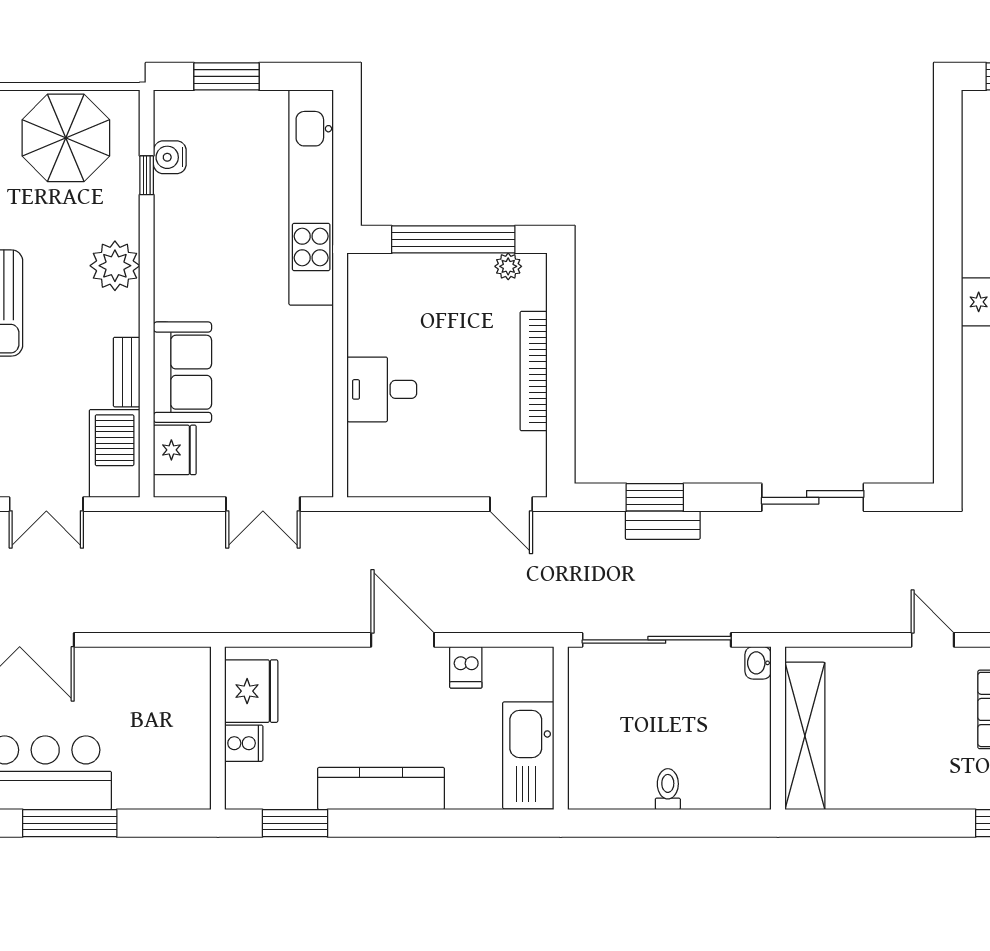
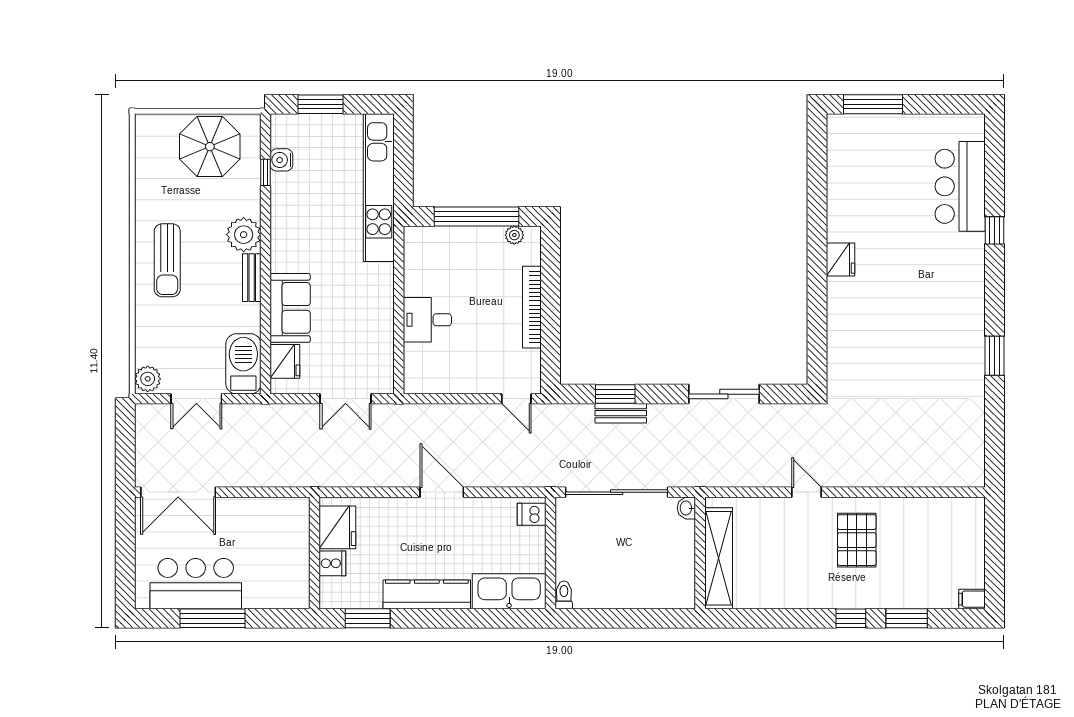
bench: (127, 372) -> (252, 278), moved
dishwasher: (466, 667) -> (532, 514), moved, turned 90
kitchen sink: (528, 755) -> (509, 591), moved, turned 90
toilet: (668, 789) -> (564, 595), moved

